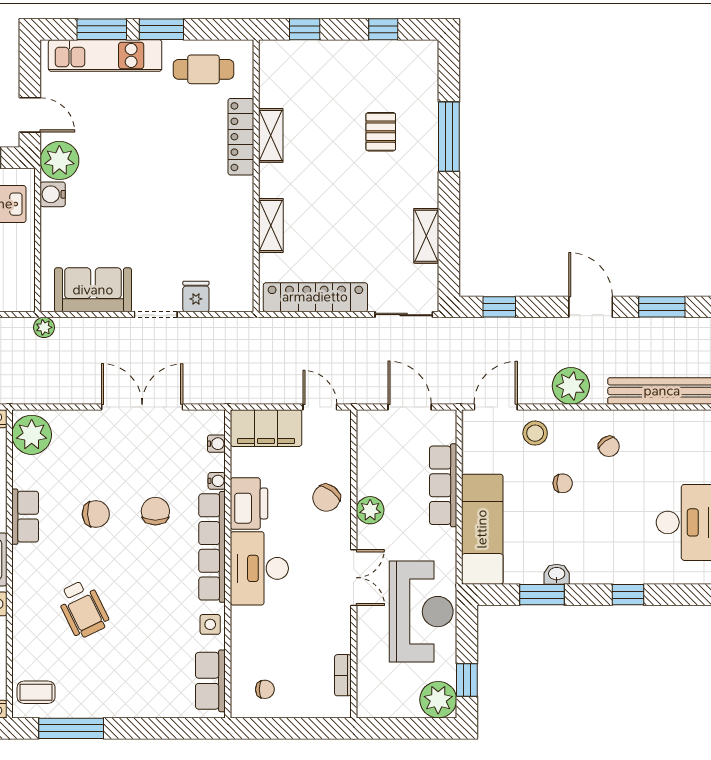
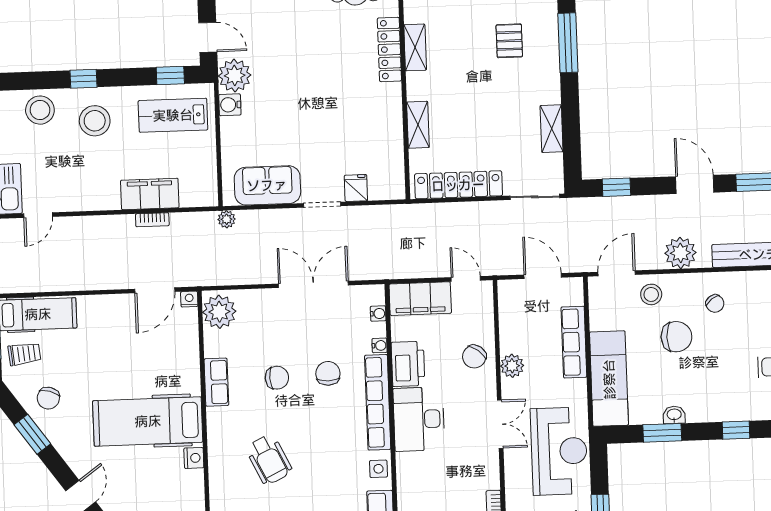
chair: (563, 483) -> (676, 337), width x1.87, depth x1.87

